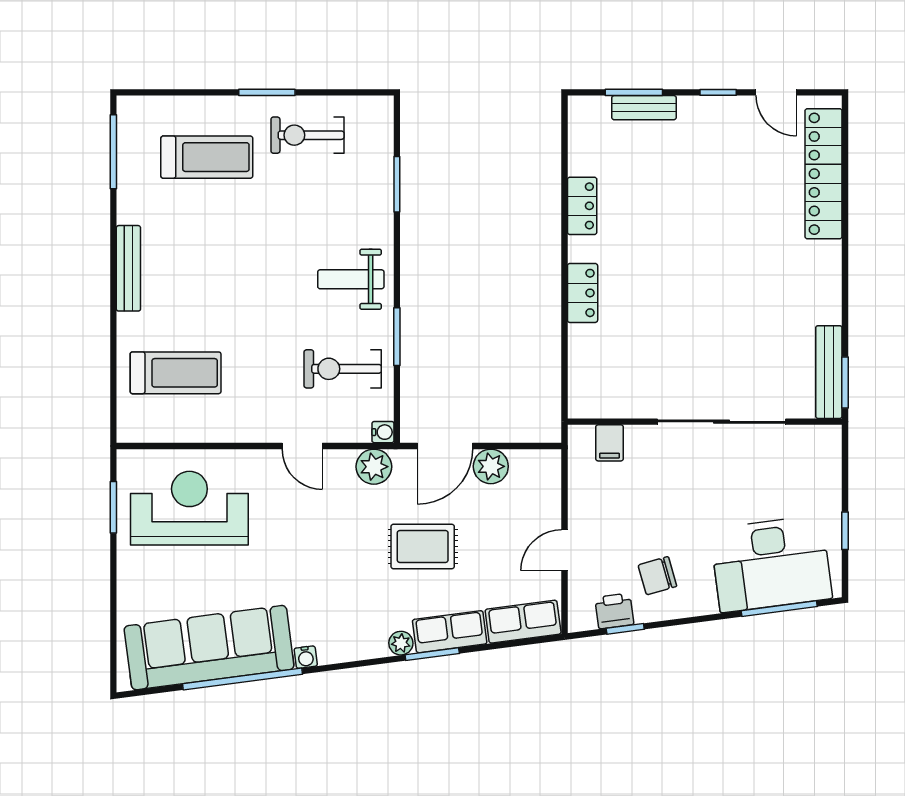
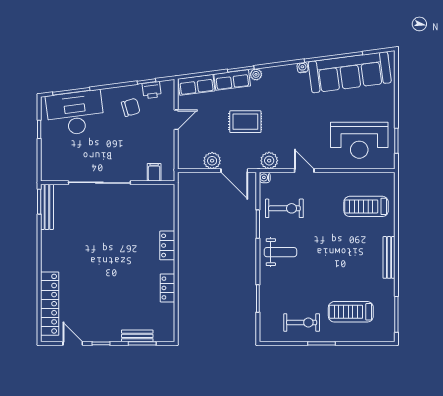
door: (445, 446) -> (234, 171), swing flipped

